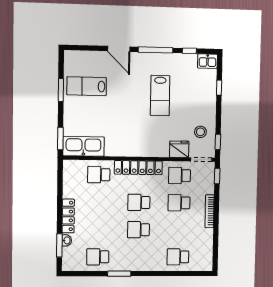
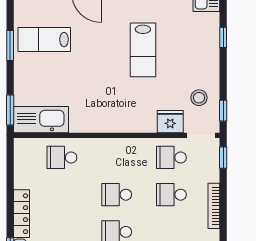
locker: (138, 168) -> (115, 147), removed

